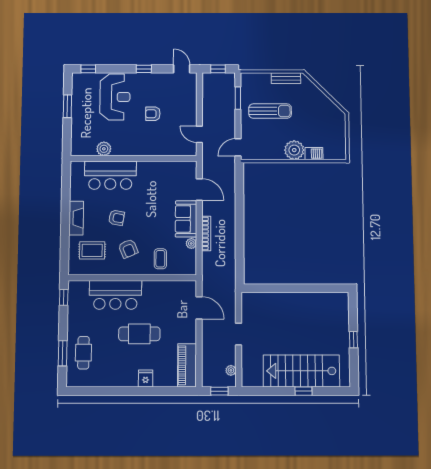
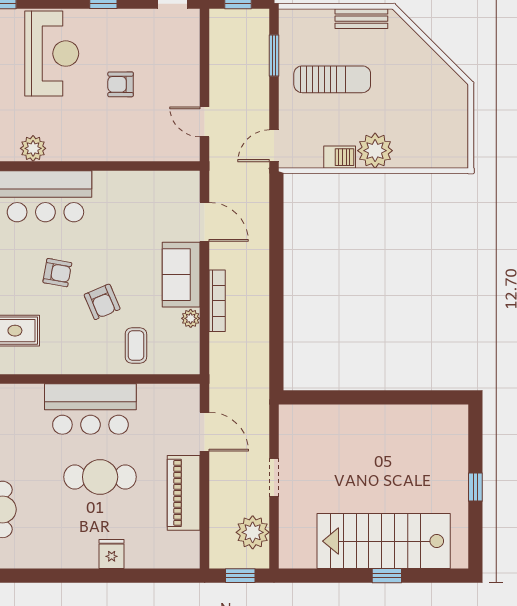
barbecue: (314, 154) -> (340, 157), moved
armchair: (128, 249) -> (102, 302), moved
bar counter: (115, 295) -> (90, 409), moved
piano: (187, 365) -> (184, 493), moved
plant: (231, 370) -> (253, 532), width x1.87, depth x1.87

